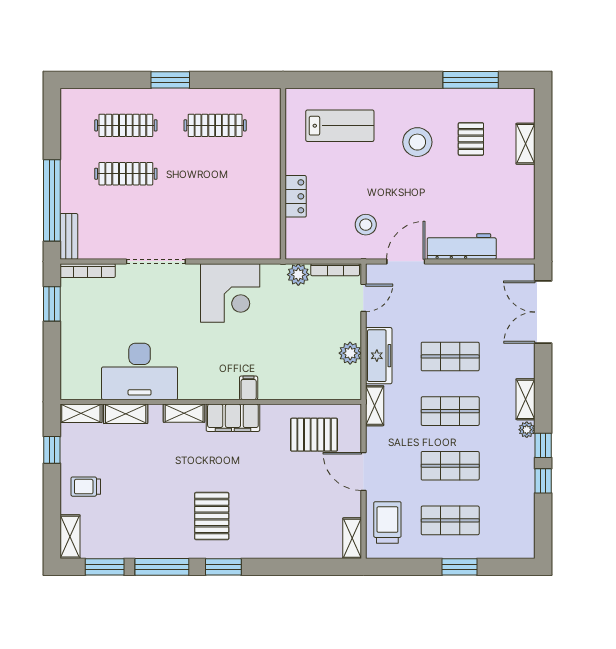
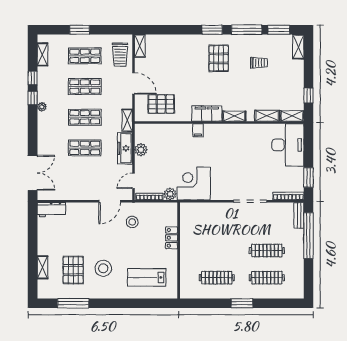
pallet: (471, 139) -> (73, 270), width x1.50, depth x1.42
workbench: (462, 246) -> (51, 210), moved, width x0.73
corner desk: (230, 293) -> (194, 184), moved
desk: (140, 371) -> (288, 145), moved, turned 90
shelving: (526, 399) -> (42, 54), moved
trolley: (86, 487) -> (259, 63), moved

